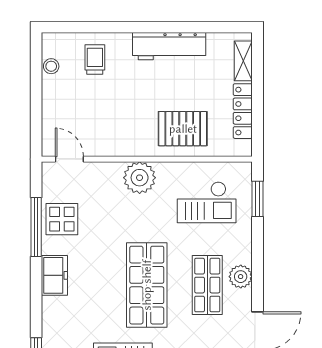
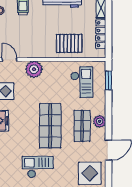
plant: (140, 178) -> (34, 69), moved
checkout: (207, 202) -> (82, 82), turned -90

